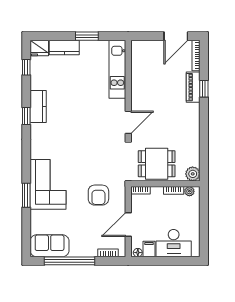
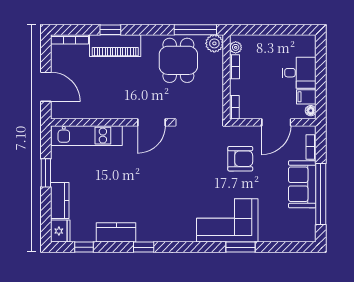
door: (176, 36) -> (46, 87), moved
piano: (193, 87) -> (115, 46), width x1.37, depth x1.33
kitchen counter: (38, 106) -> (116, 232), moved
door: (128, 122) -> (151, 122), swing flipped
window: (204, 158) -> (195, 30), added
dining table: (157, 164) -> (178, 60), moved
door: (128, 224) -> (276, 122), hinge flipped
desk: (174, 243) -> (299, 73), width x0.73
sofa: (50, 246) -> (302, 184), moved

